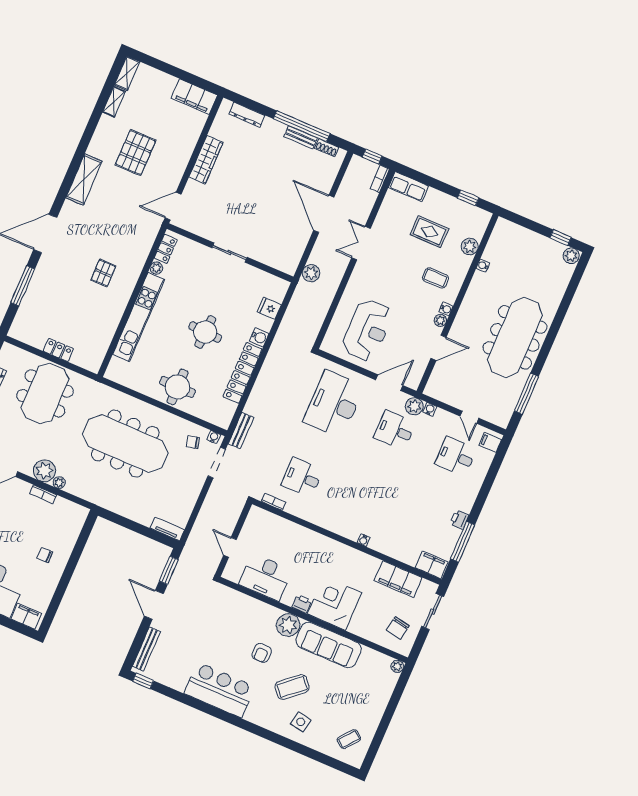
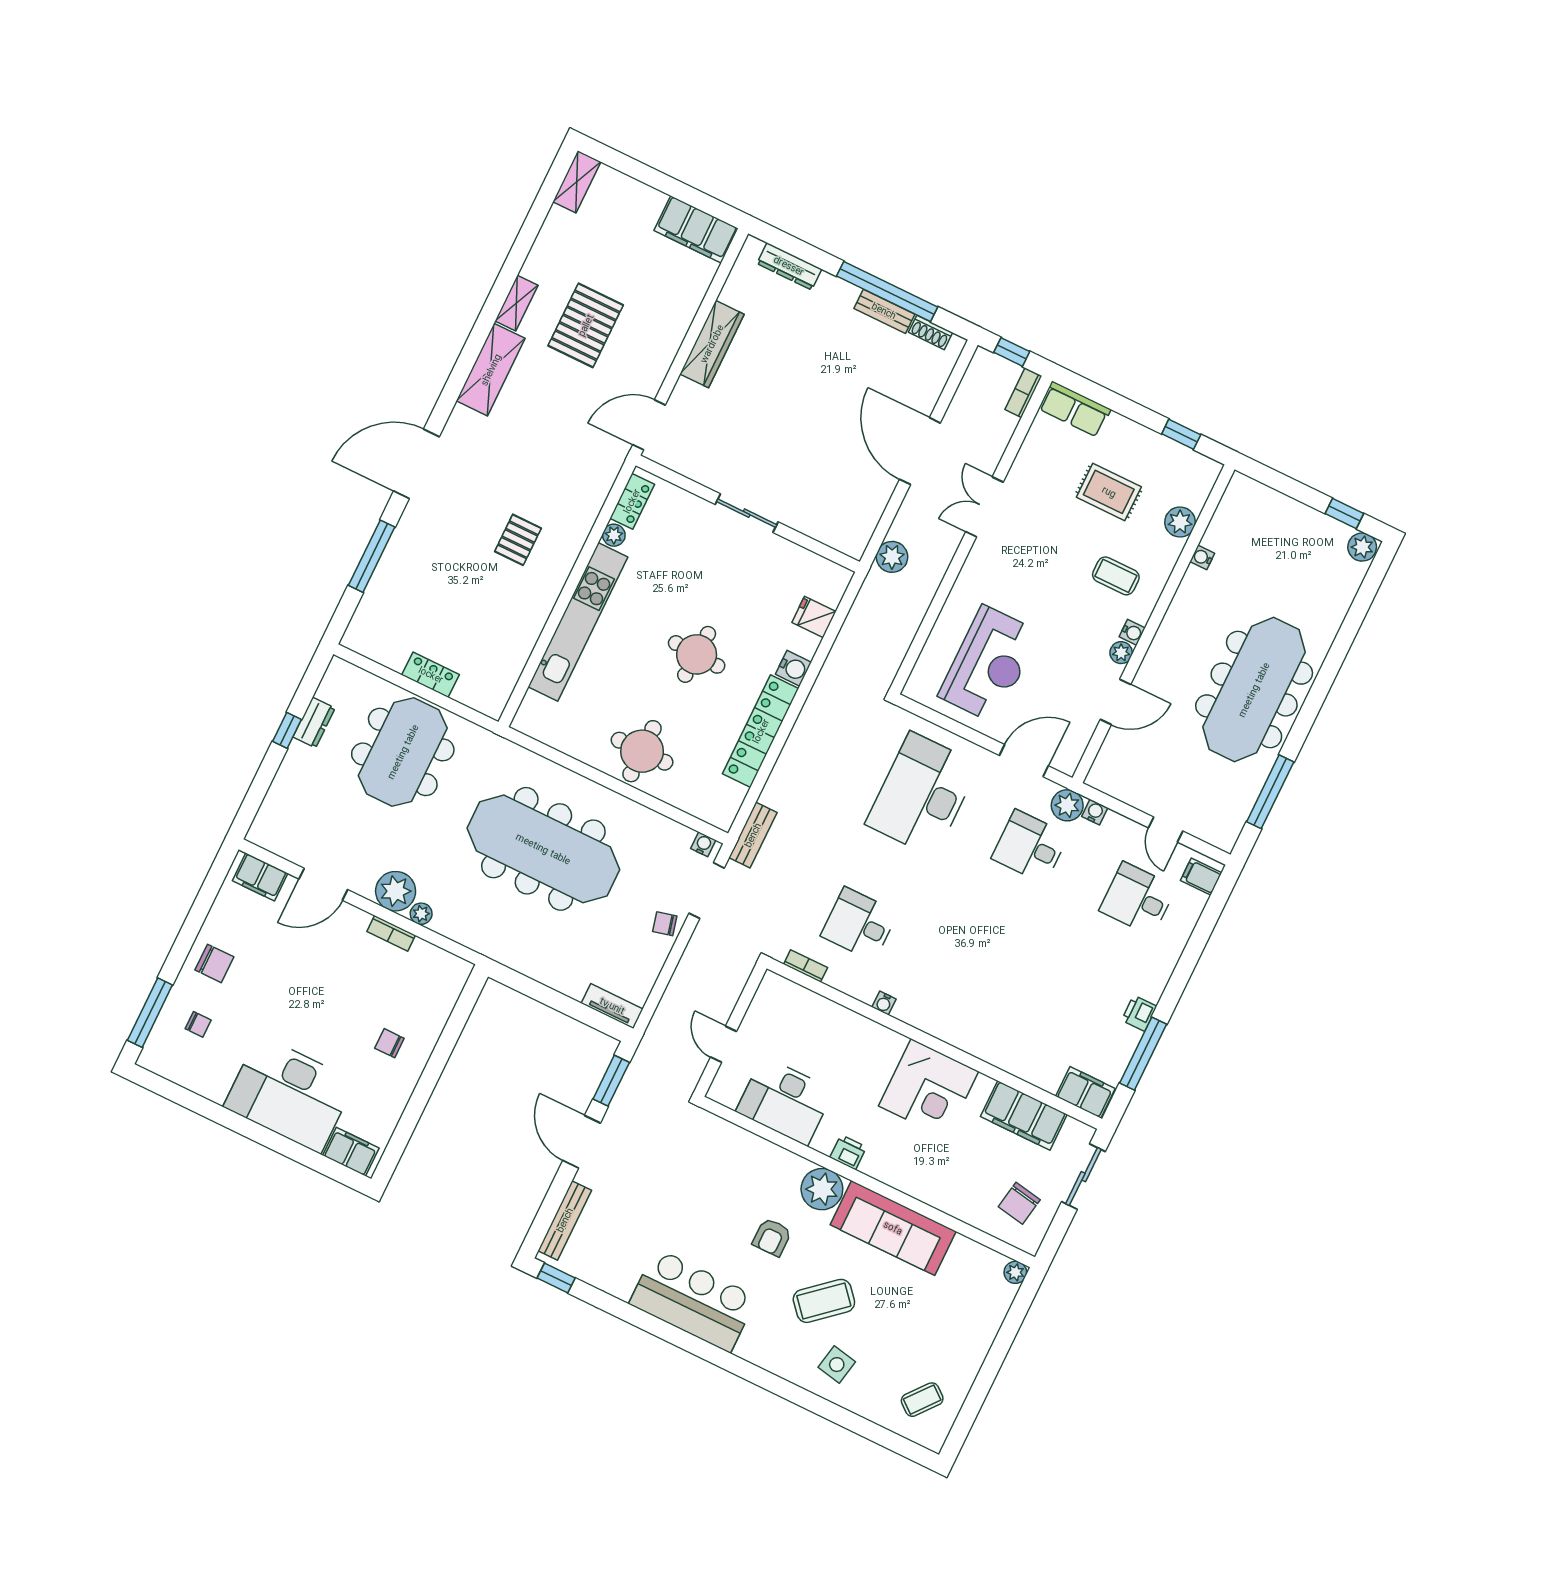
shelving: (114, 102) -> (516, 303), moved
chair: (193, 442) -> (665, 924), moved
water cooler: (364, 540) -> (884, 1003), moved
corner desk: (335, 603) -> (929, 1089), moved, turned 180

